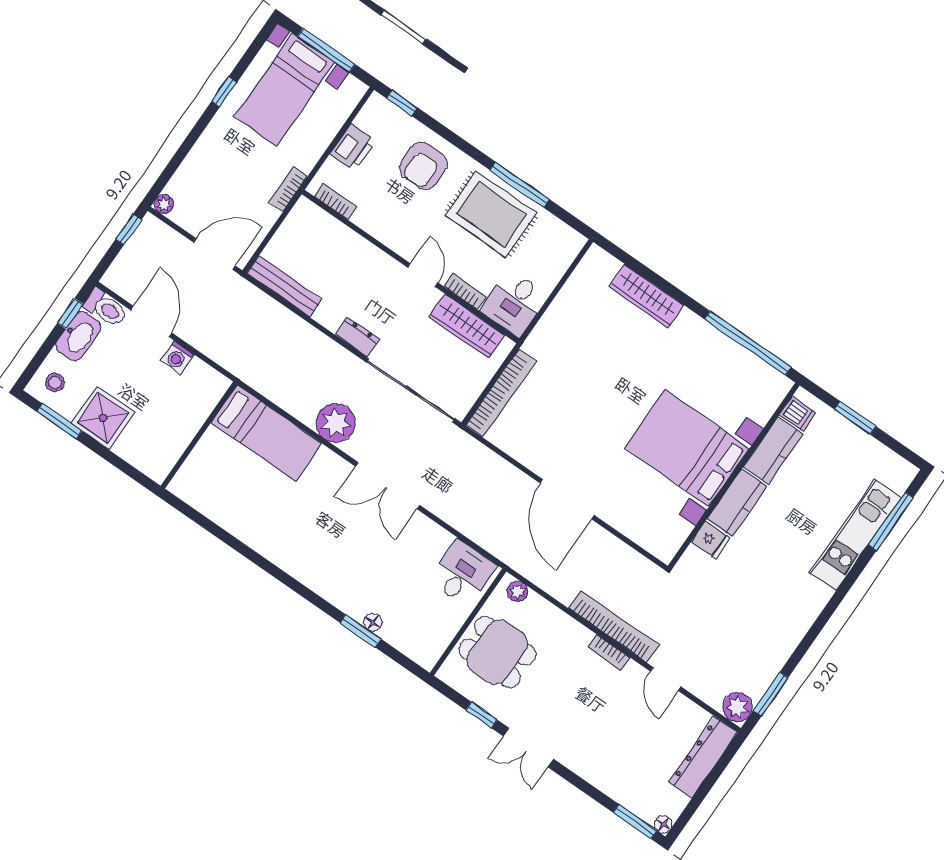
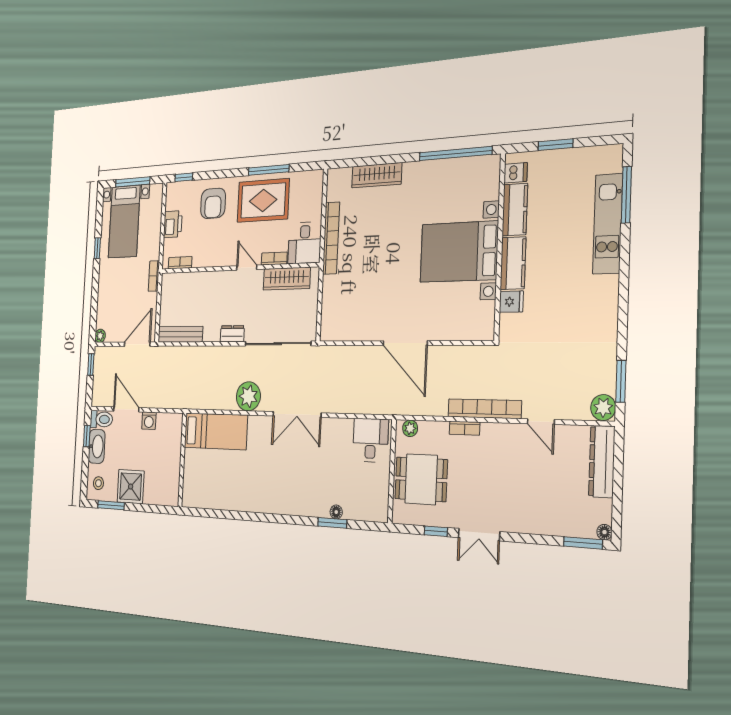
bookcase: (501, 393) -> (331, 238), moved
bookcase: (609, 652) -> (465, 428), moved

